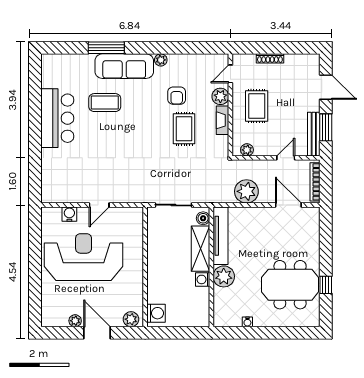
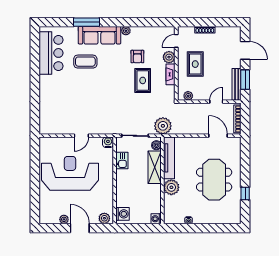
bar counter: (57, 118) -> (51, 53), moved
plant: (246, 191) -> (163, 126), moved
water cooler: (69, 214) -> (108, 142), moved
kitchen sink: (155, 239) -> (122, 161), added
washing machine: (203, 279) -> (156, 219), moved
meeting table: (290, 285) -> (214, 180), moved, turned 90

